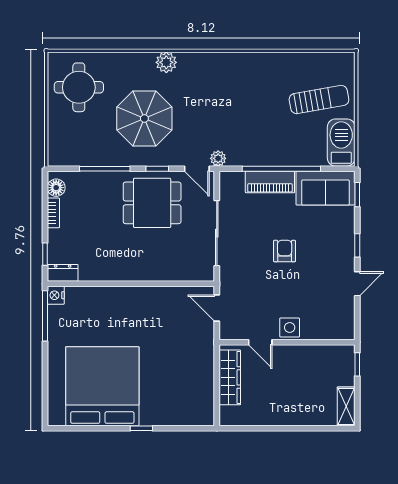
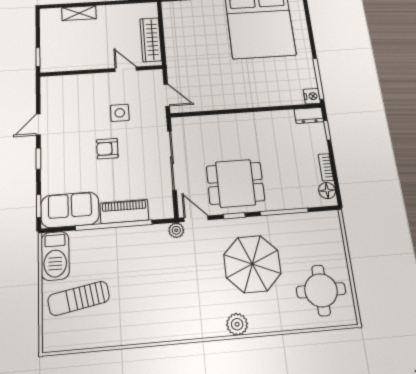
armchair: (285, 251) -> (107, 149), turned 90
side table: (290, 328) -> (120, 113), moved
shelving: (346, 406) -> (79, 13), moved, turned 90

